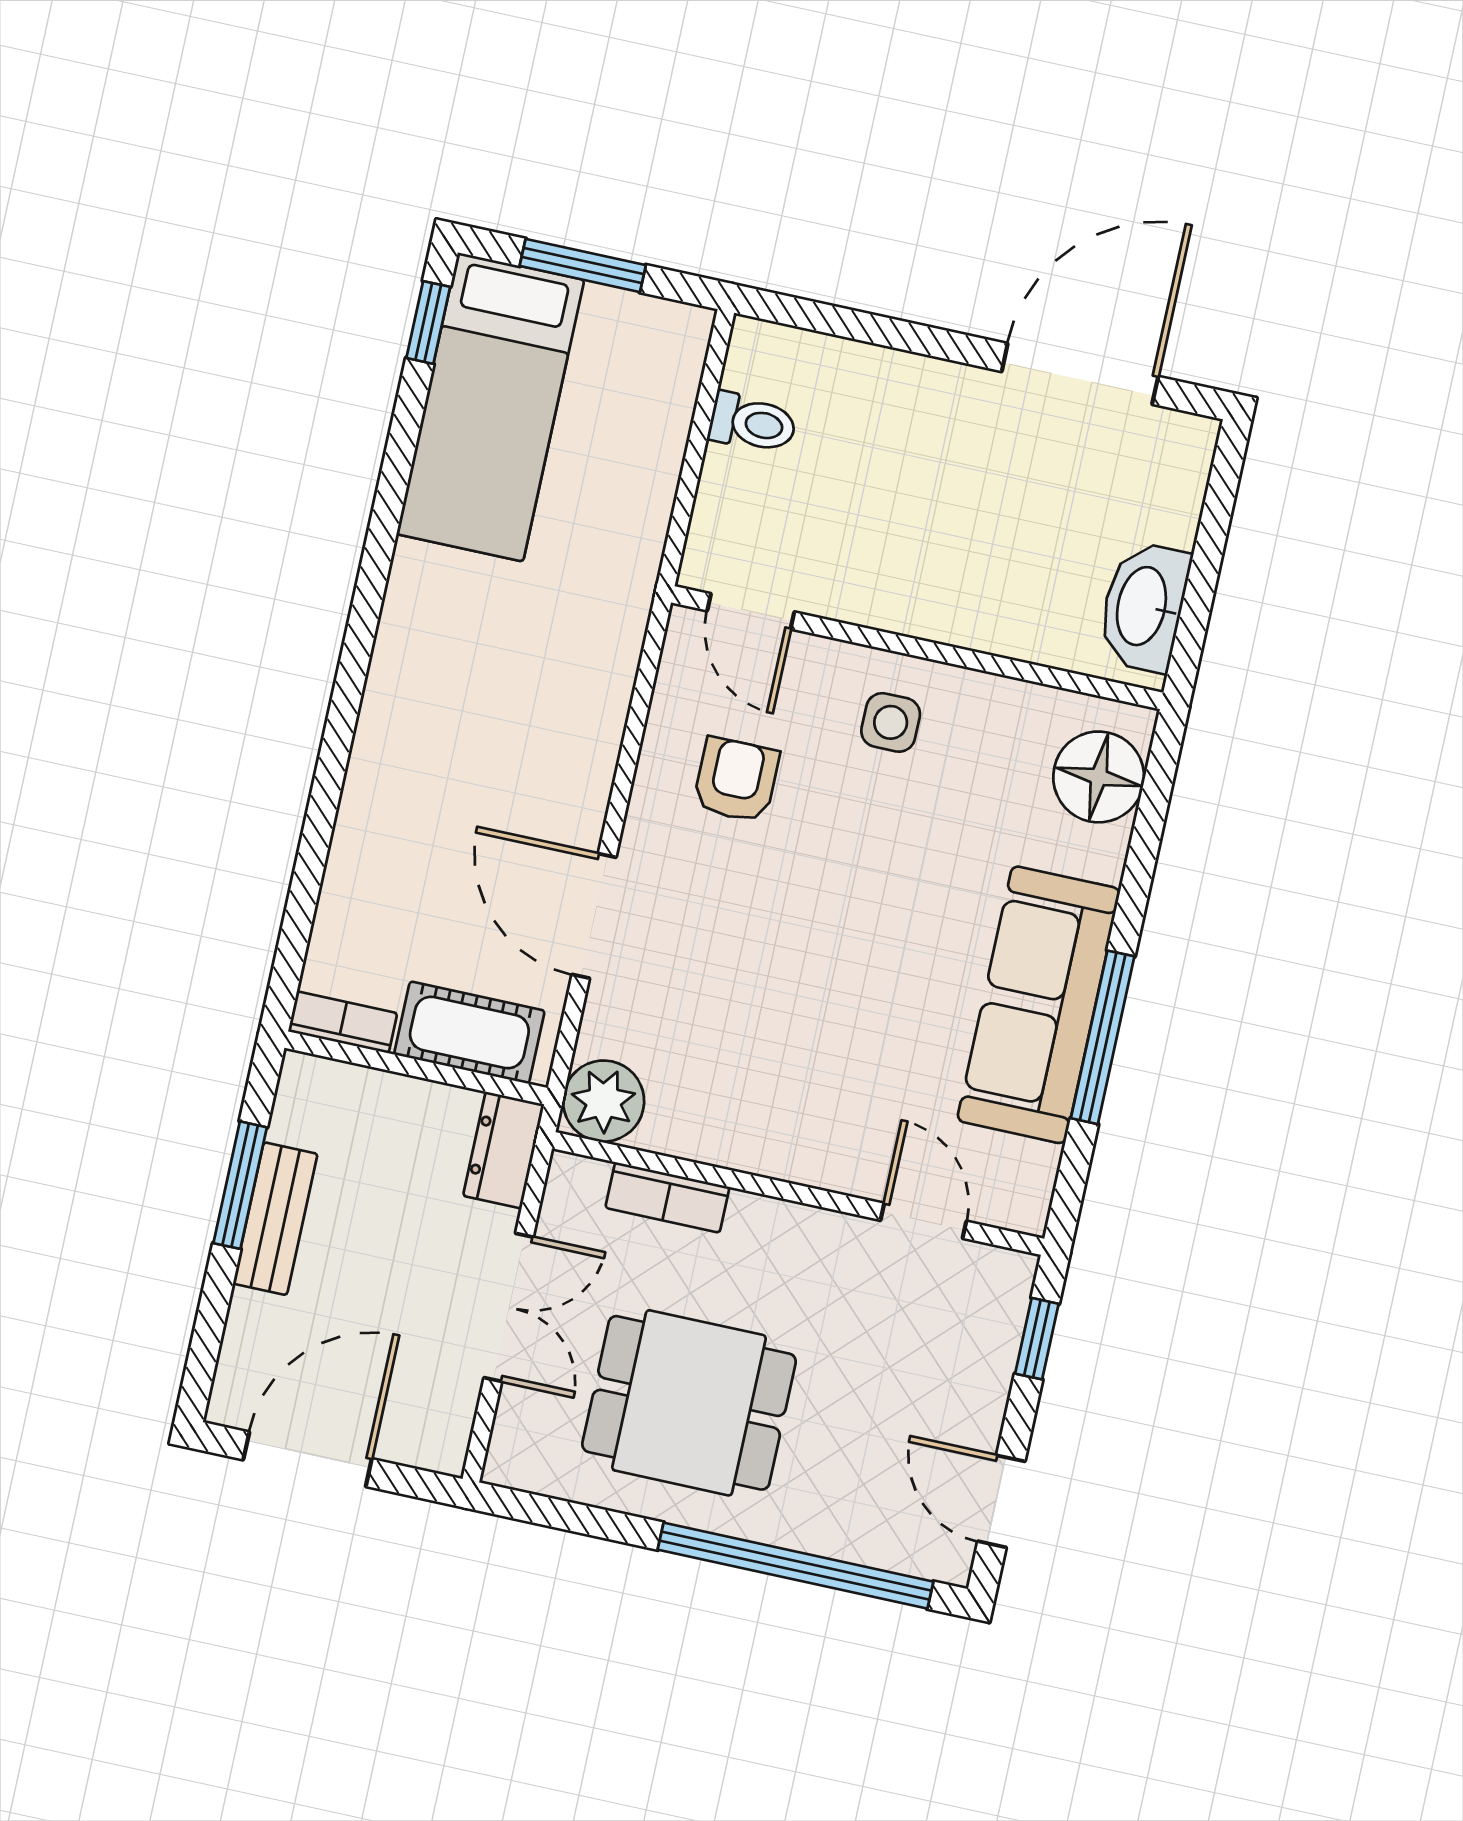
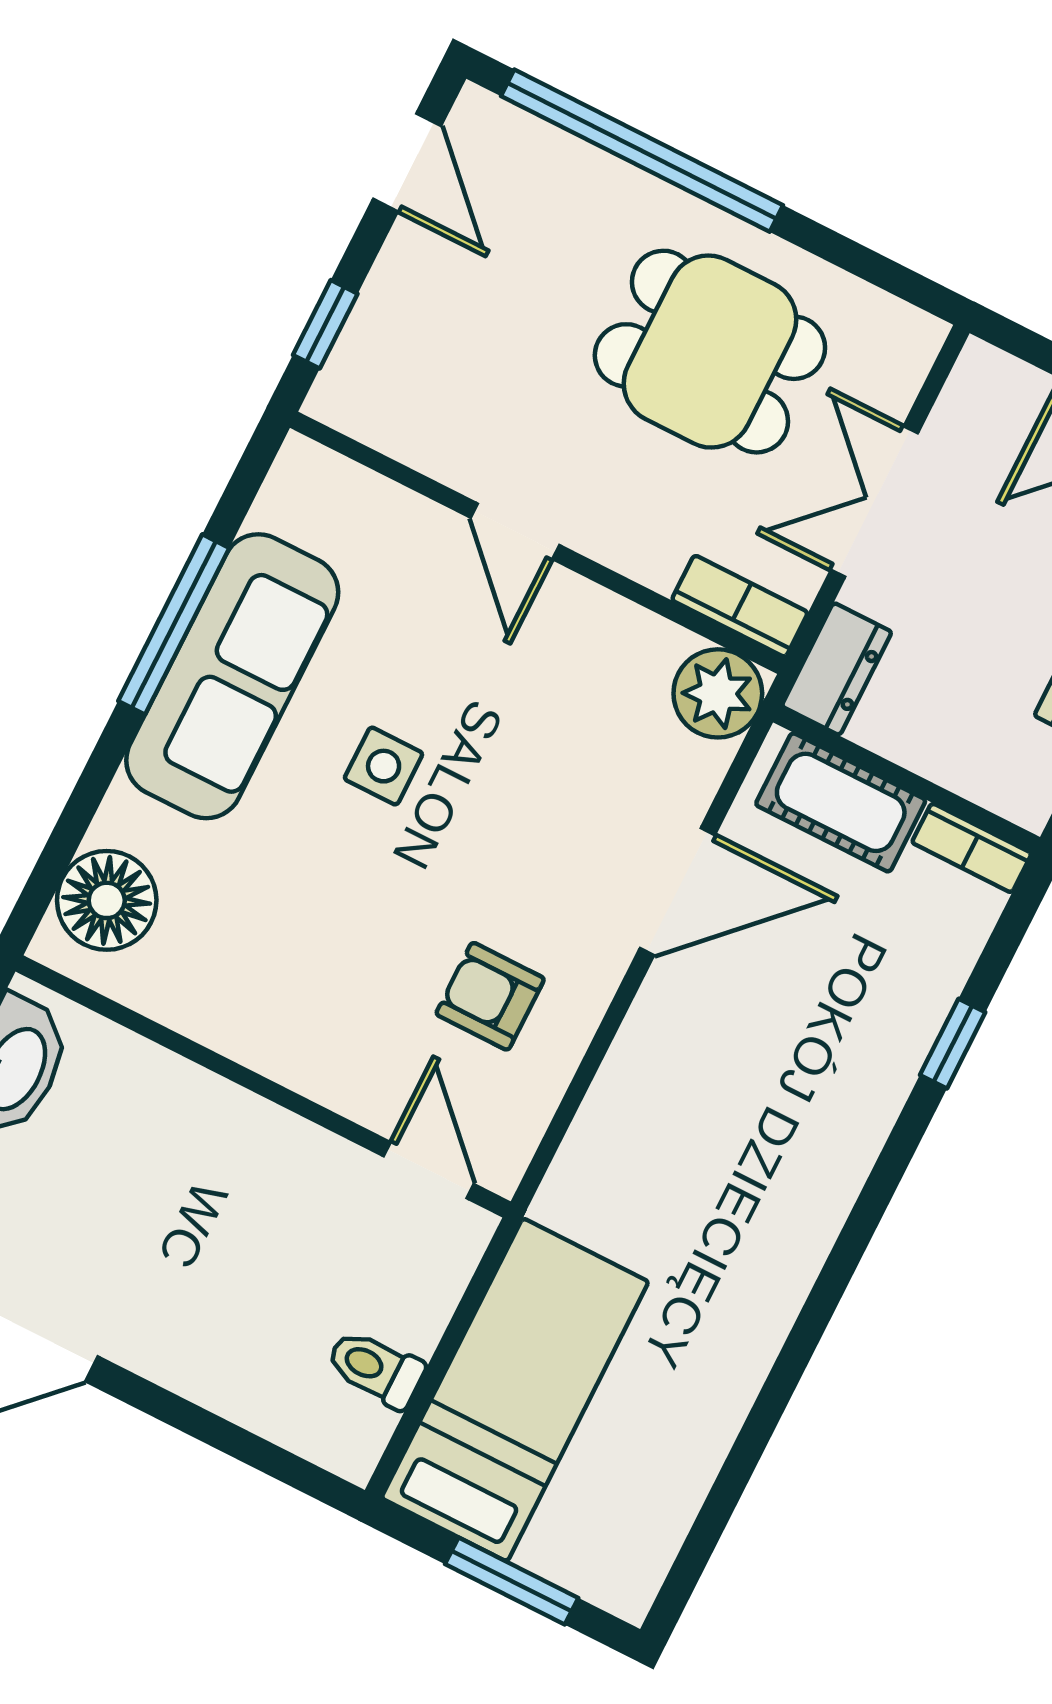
window: (428, 322) -> (953, 1044), moved
bed: (490, 407) -> (515, 1390), moved
side table: (891, 722) -> (384, 766), moved
armchair: (736, 780) -> (490, 996), turned 90
door: (594, 916) -> (677, 891), hinge flipped
bookcase: (667, 1197) -> (740, 606), moved
door: (923, 1221) -> (515, 531), moved

